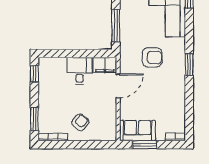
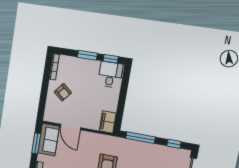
desk: (80, 71) -> (110, 75), moved, turned -90
door: (118, 86) -> (71, 127), moved
window: (34, 119) -> (87, 55), moved

